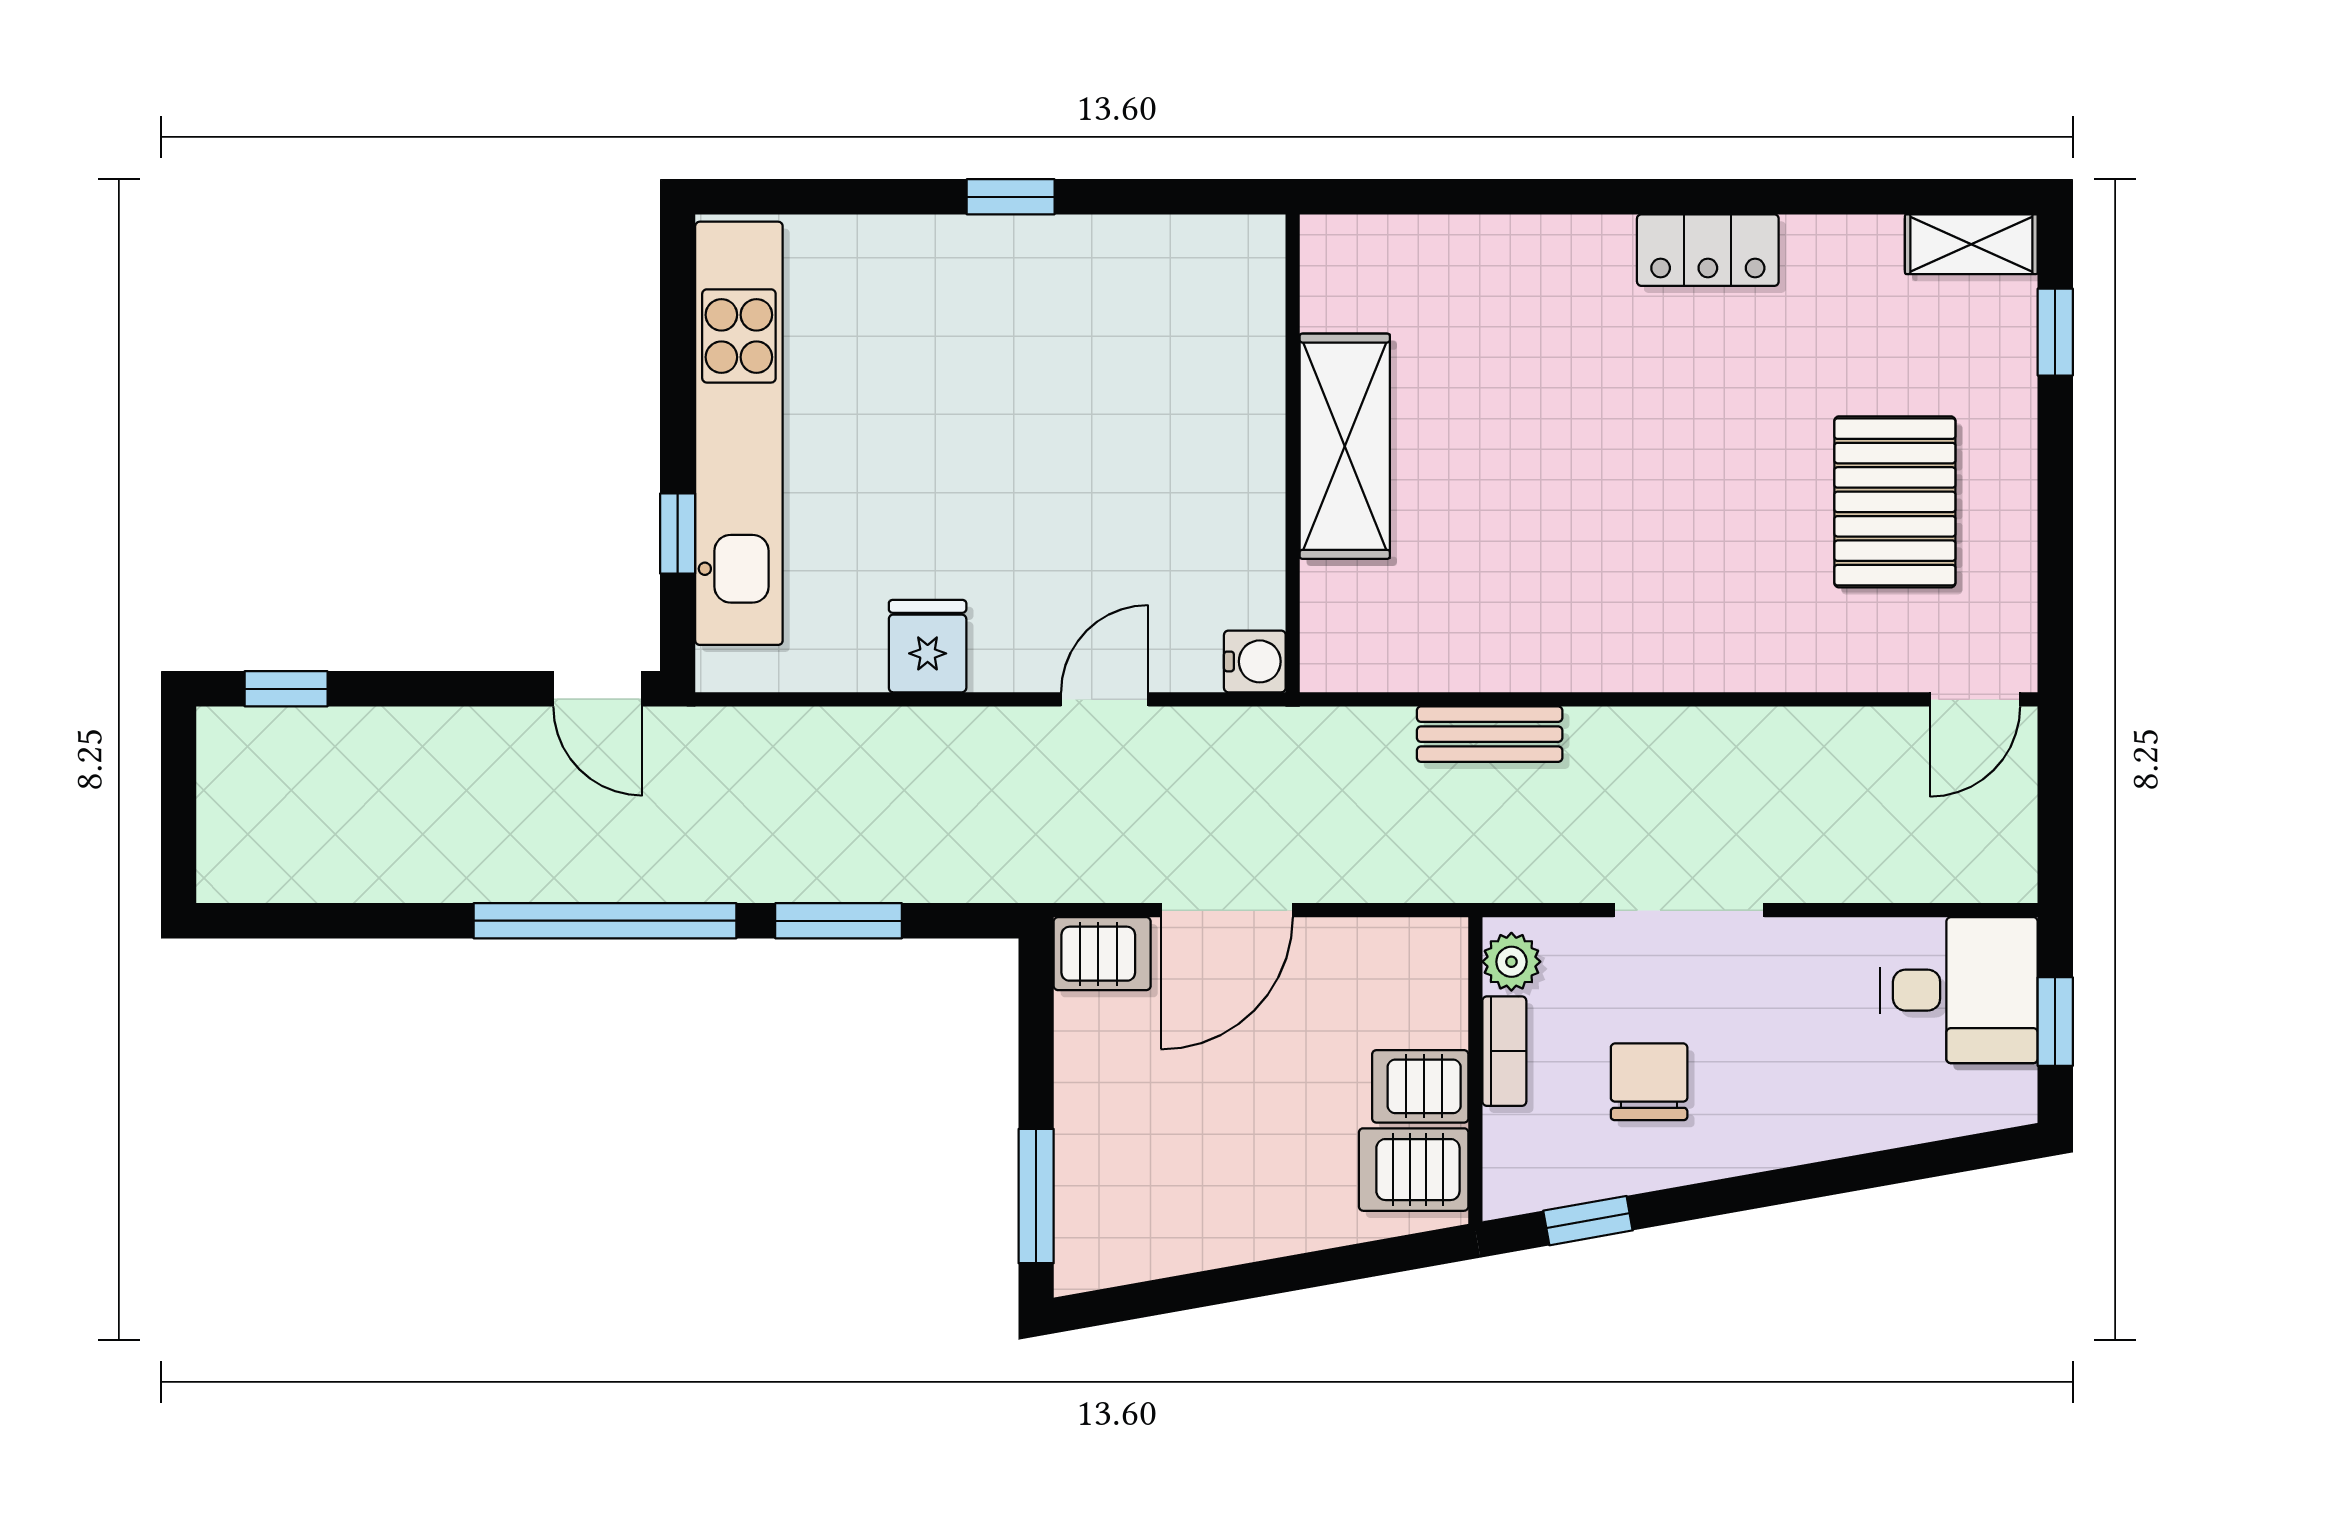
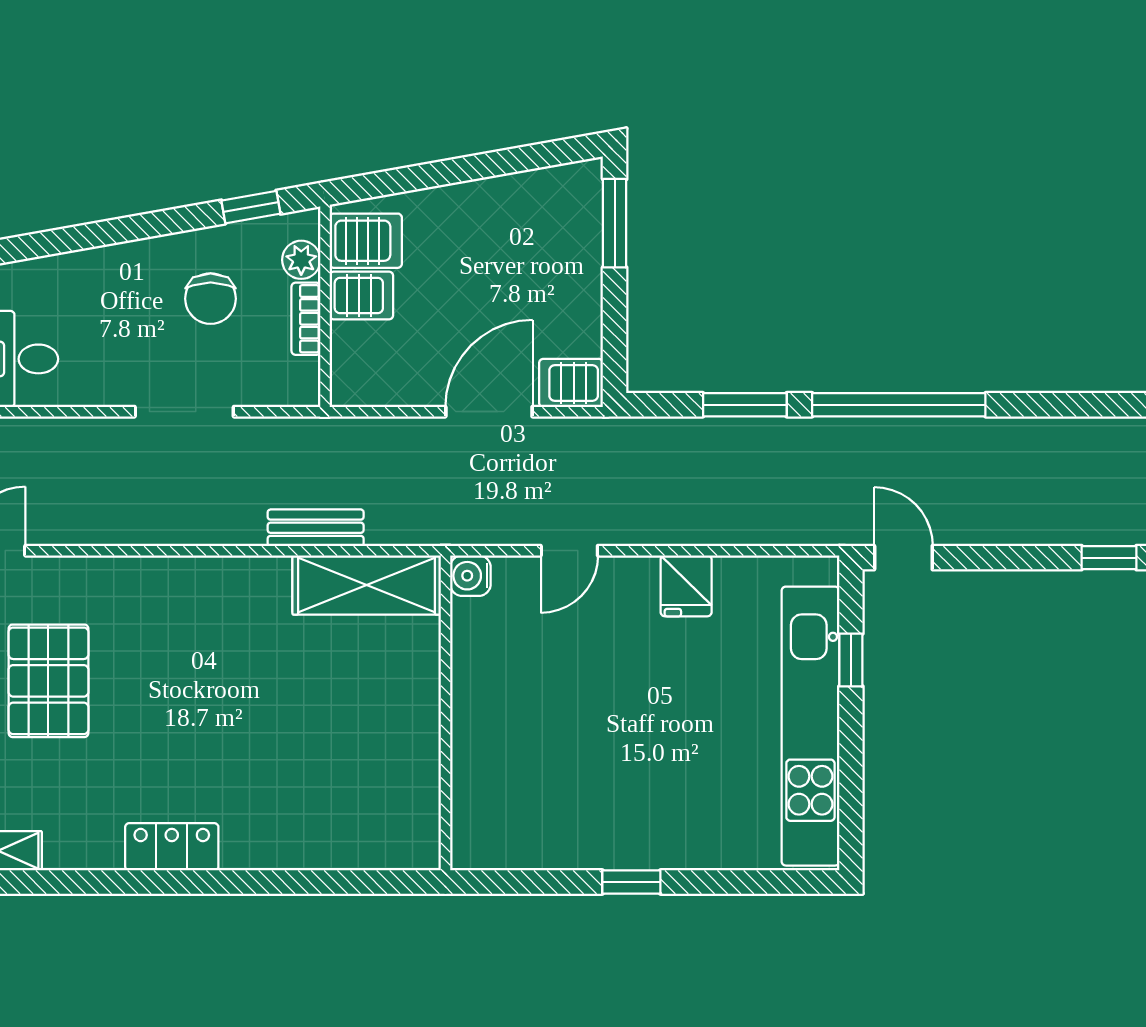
shelving: (1345, 446) -> (367, 585), moved, turned 90
plant: (1511, 962) -> (301, 260), moved

